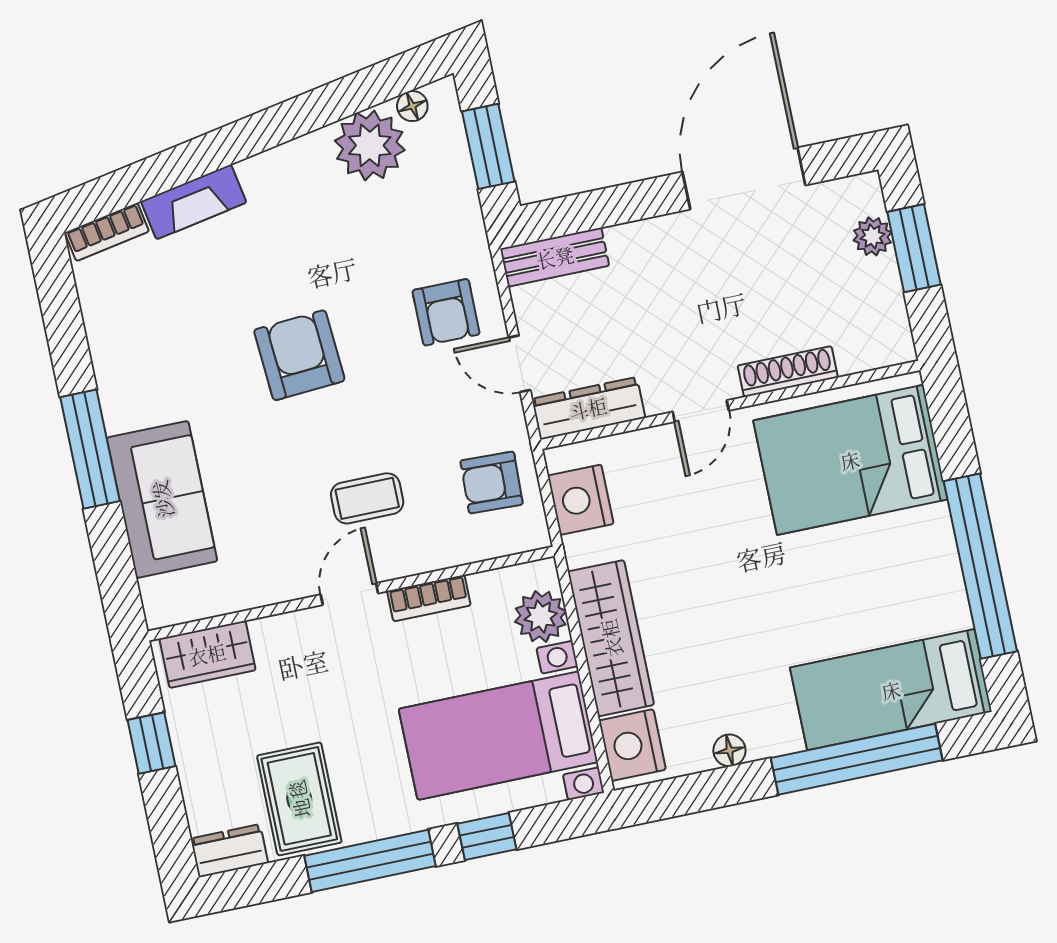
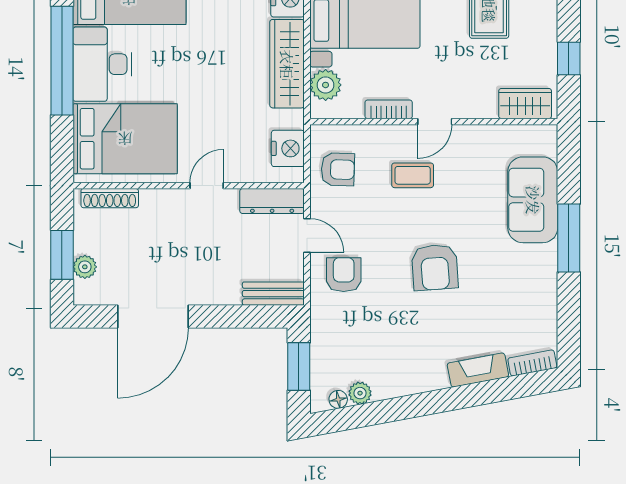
plant: (370, 145) -> (360, 393), width x0.53, depth x0.53
shoe rack: (788, 372) -> (110, 198), moved
desk: (913, 574) -> (102, 64), added

